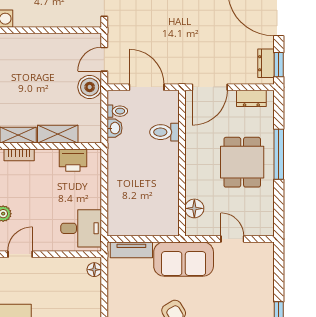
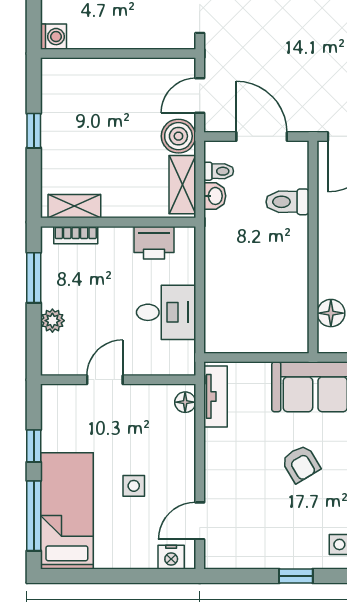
shelving: (58, 134) -> (182, 185), moved, turned 90
desk: (81, 228) -> (166, 312), moved
tv unit: (131, 250) -> (215, 396), moved, turned -90
door: (20, 254) -> (105, 380), moved

